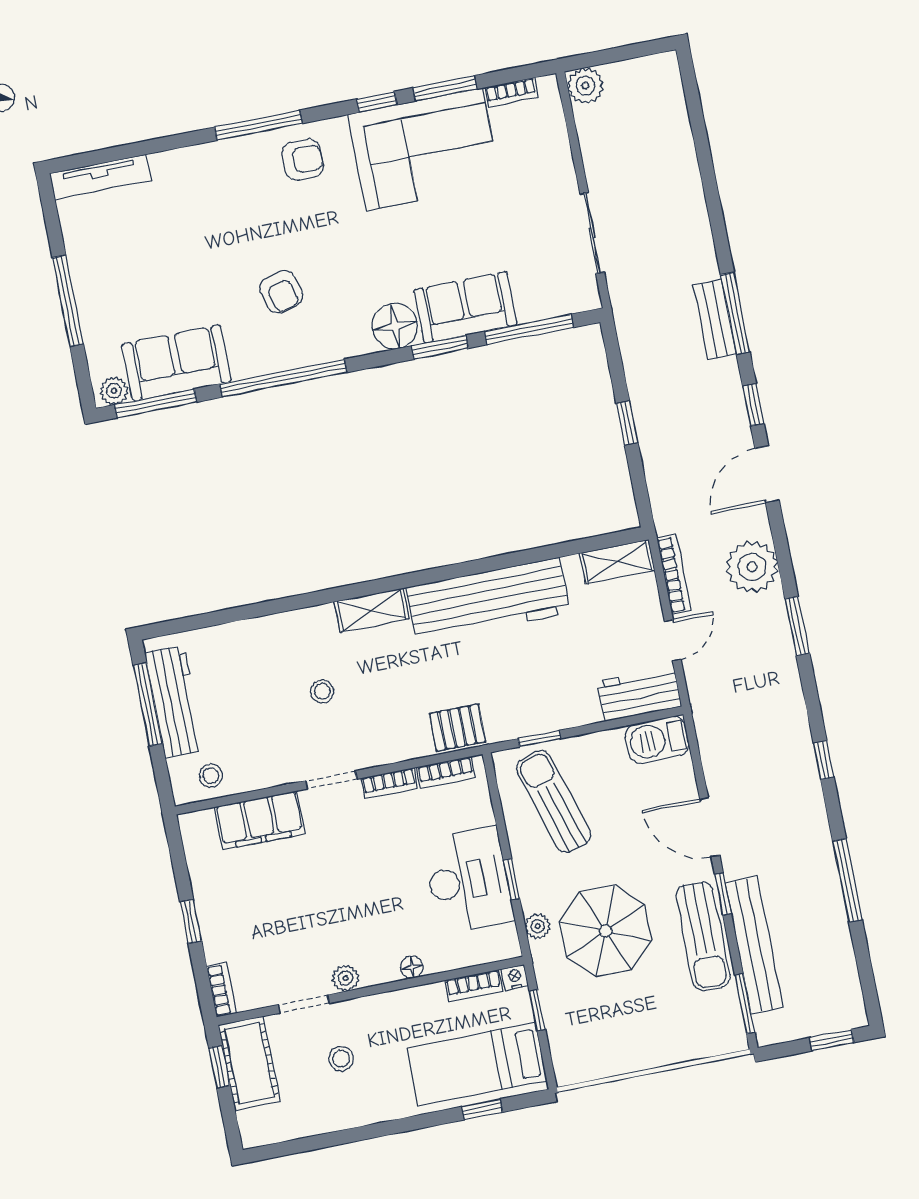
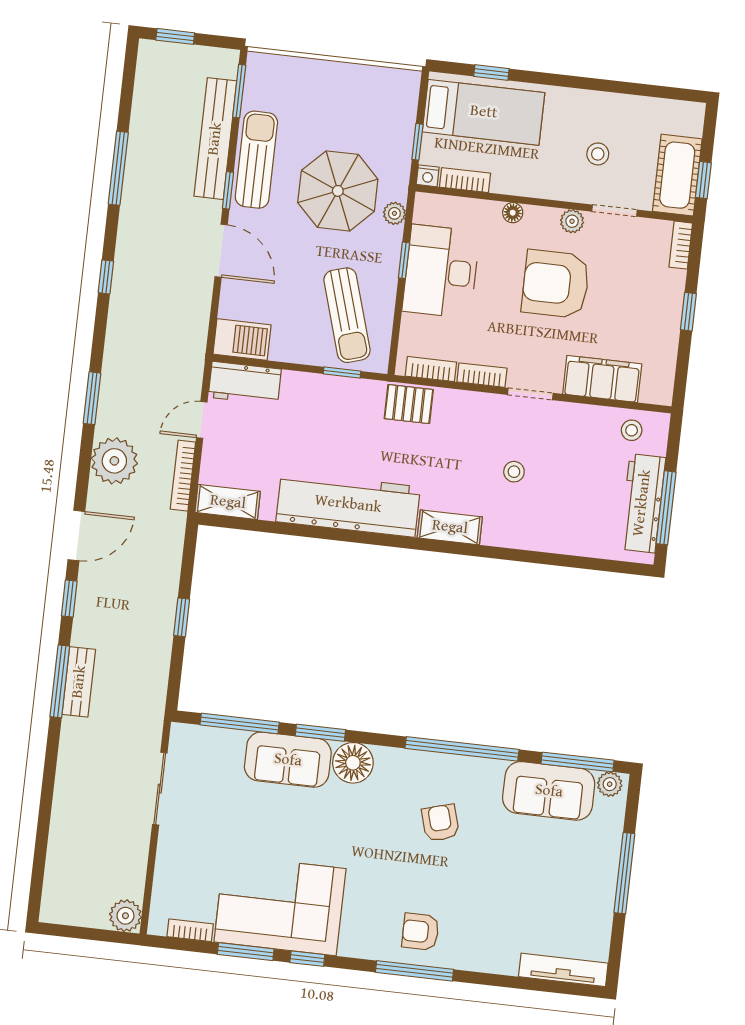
armchair: (303, 160) -> (420, 932), moved
armchair: (342, 906) -> (556, 284), added

